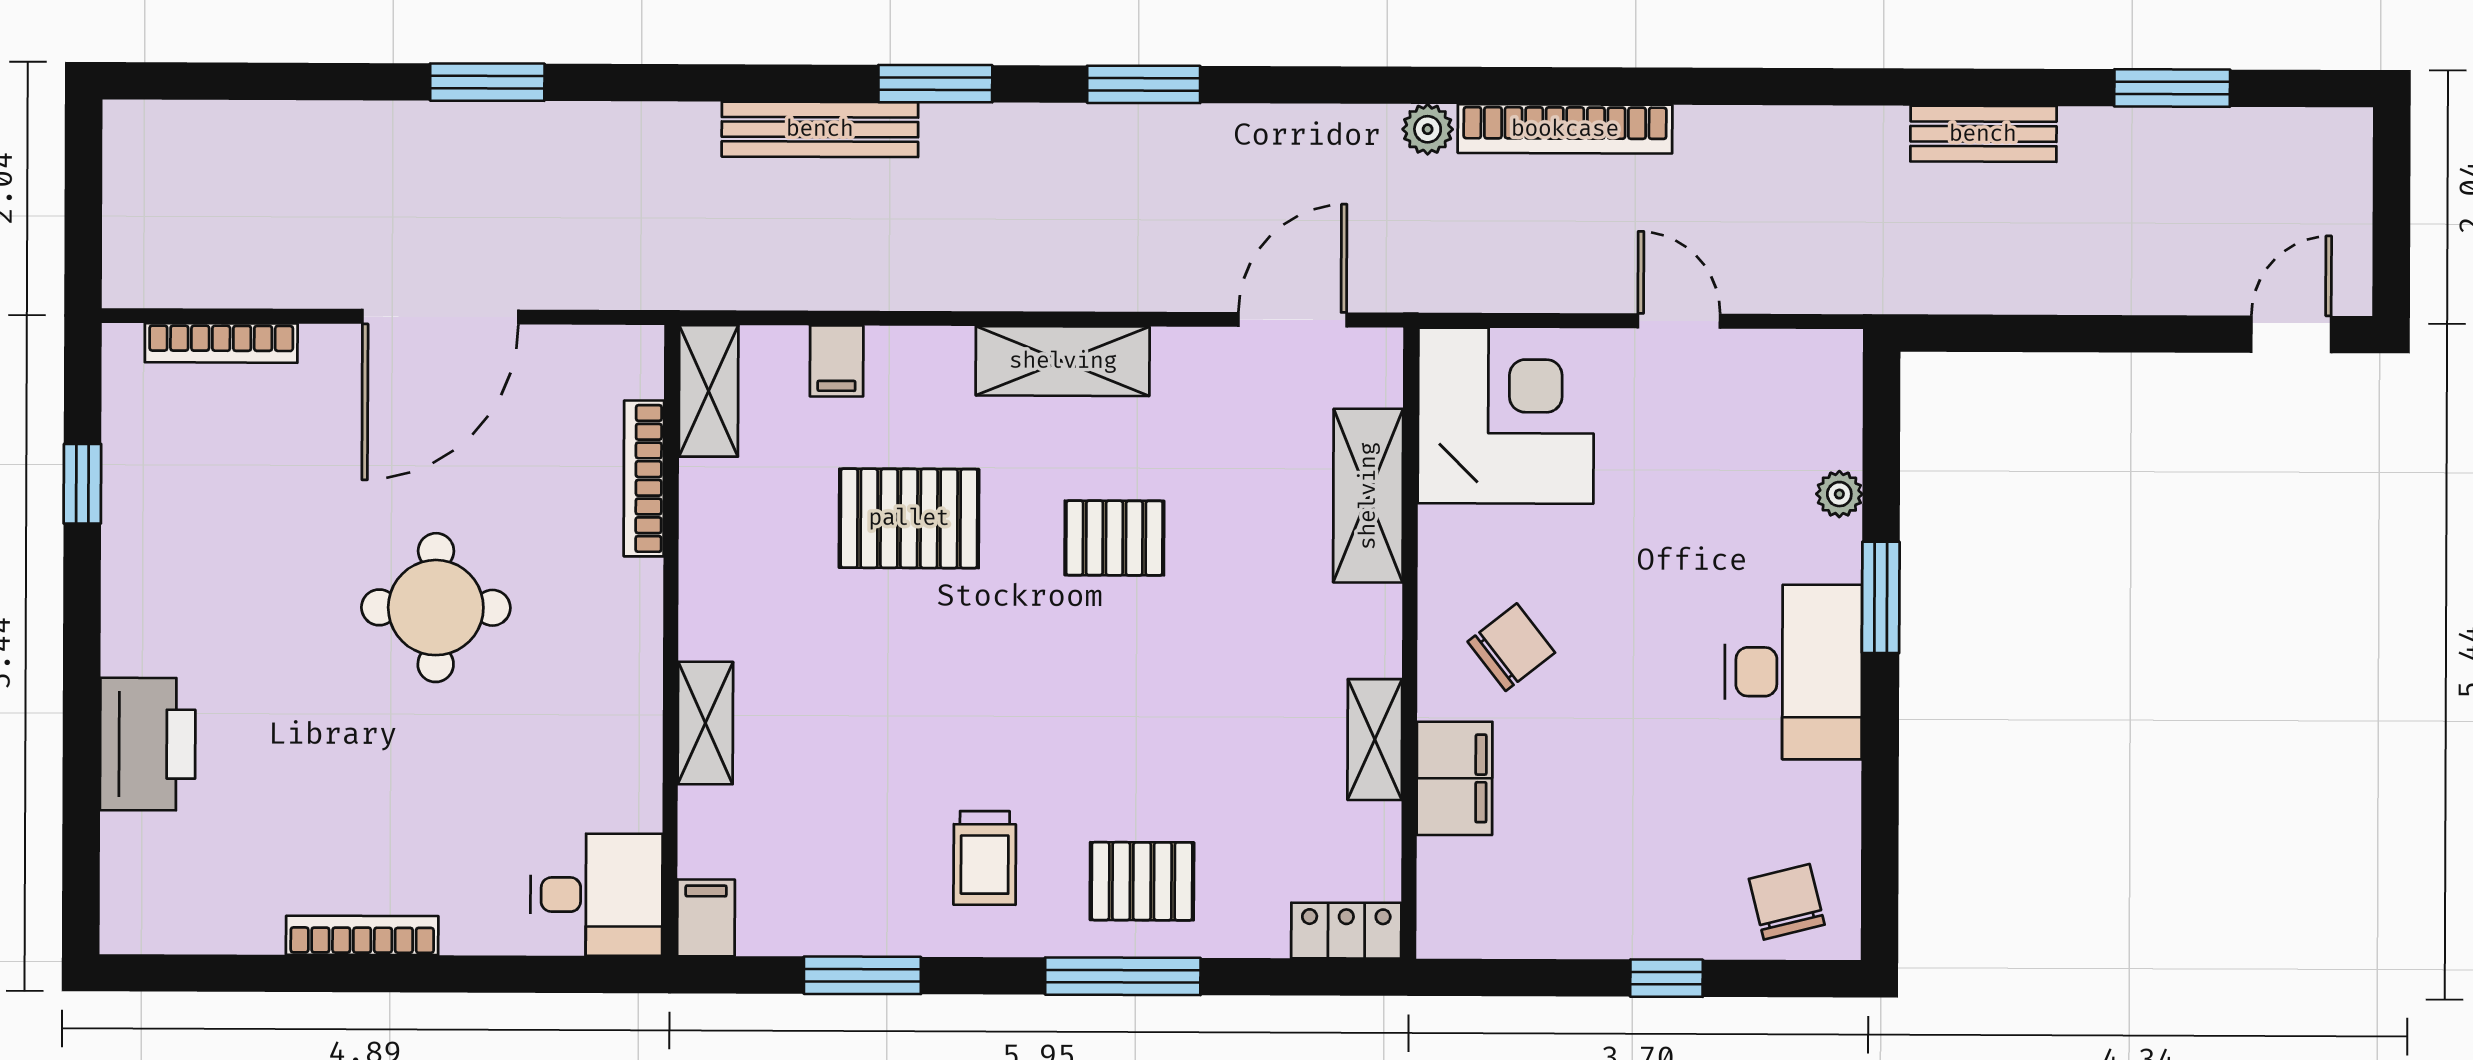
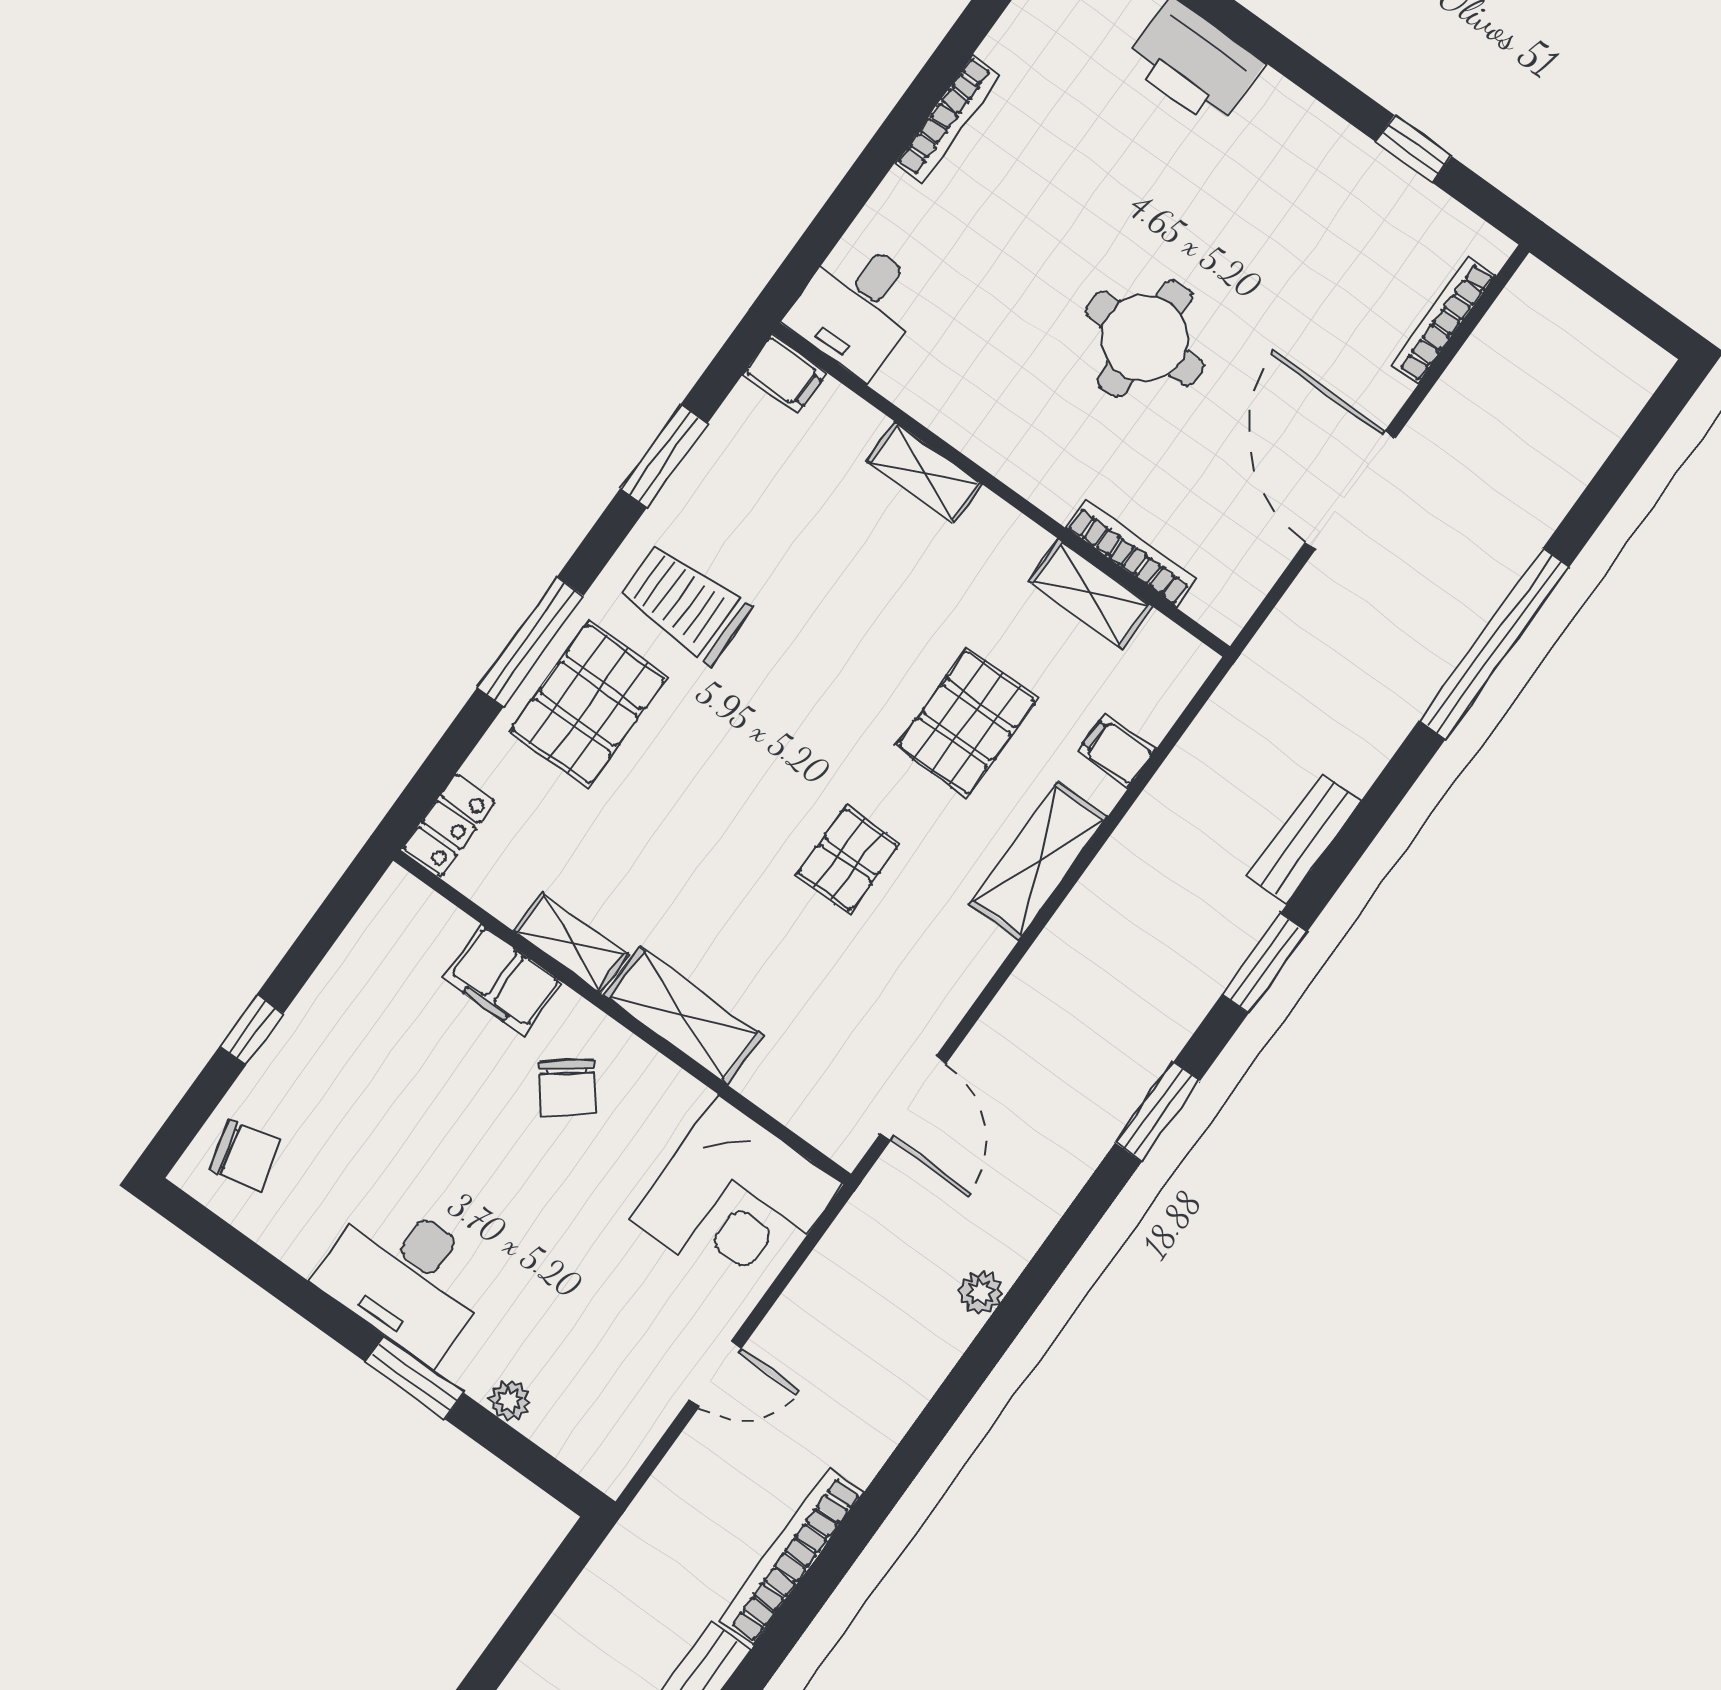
window: (487, 82) -> (1494, 643), width x2.11
bench: (820, 129) -> (1304, 839), width x0.73
bookcase: (1565, 129) -> (791, 1557), moved
shelving: (1063, 361) -> (1038, 861), moved
shelving: (709, 391) -> (1090, 594), moved
shelving: (1368, 496) -> (683, 1016), moved
trolley: (985, 858) -> (685, 603), width x1.36, depth x1.39
pallet: (1142, 881) -> (588, 704), width x1.50, depth x1.42

